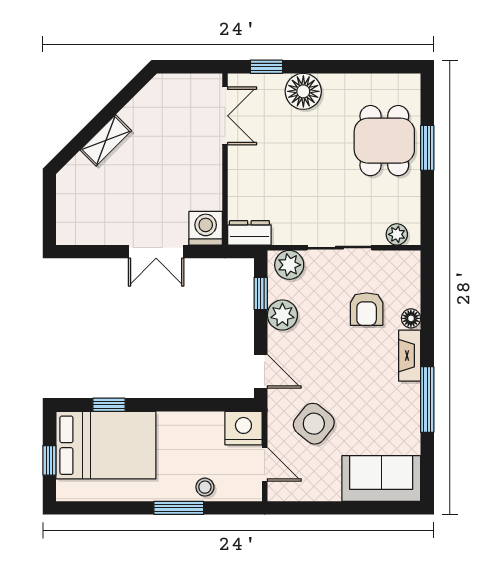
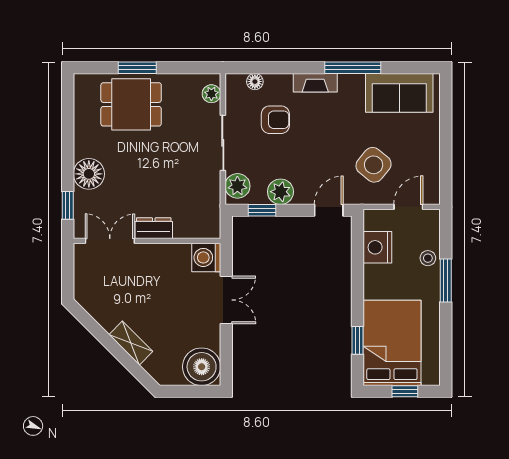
boiler: (78, 223) -> (202, 367), added
dresser: (249, 233) -> (154, 228), moved, turned 90
floor lamp: (411, 318) -> (255, 82), moved
nightstand: (243, 428) -> (377, 247), moved
sofa: (381, 478) -> (399, 93), moved, turned -90

